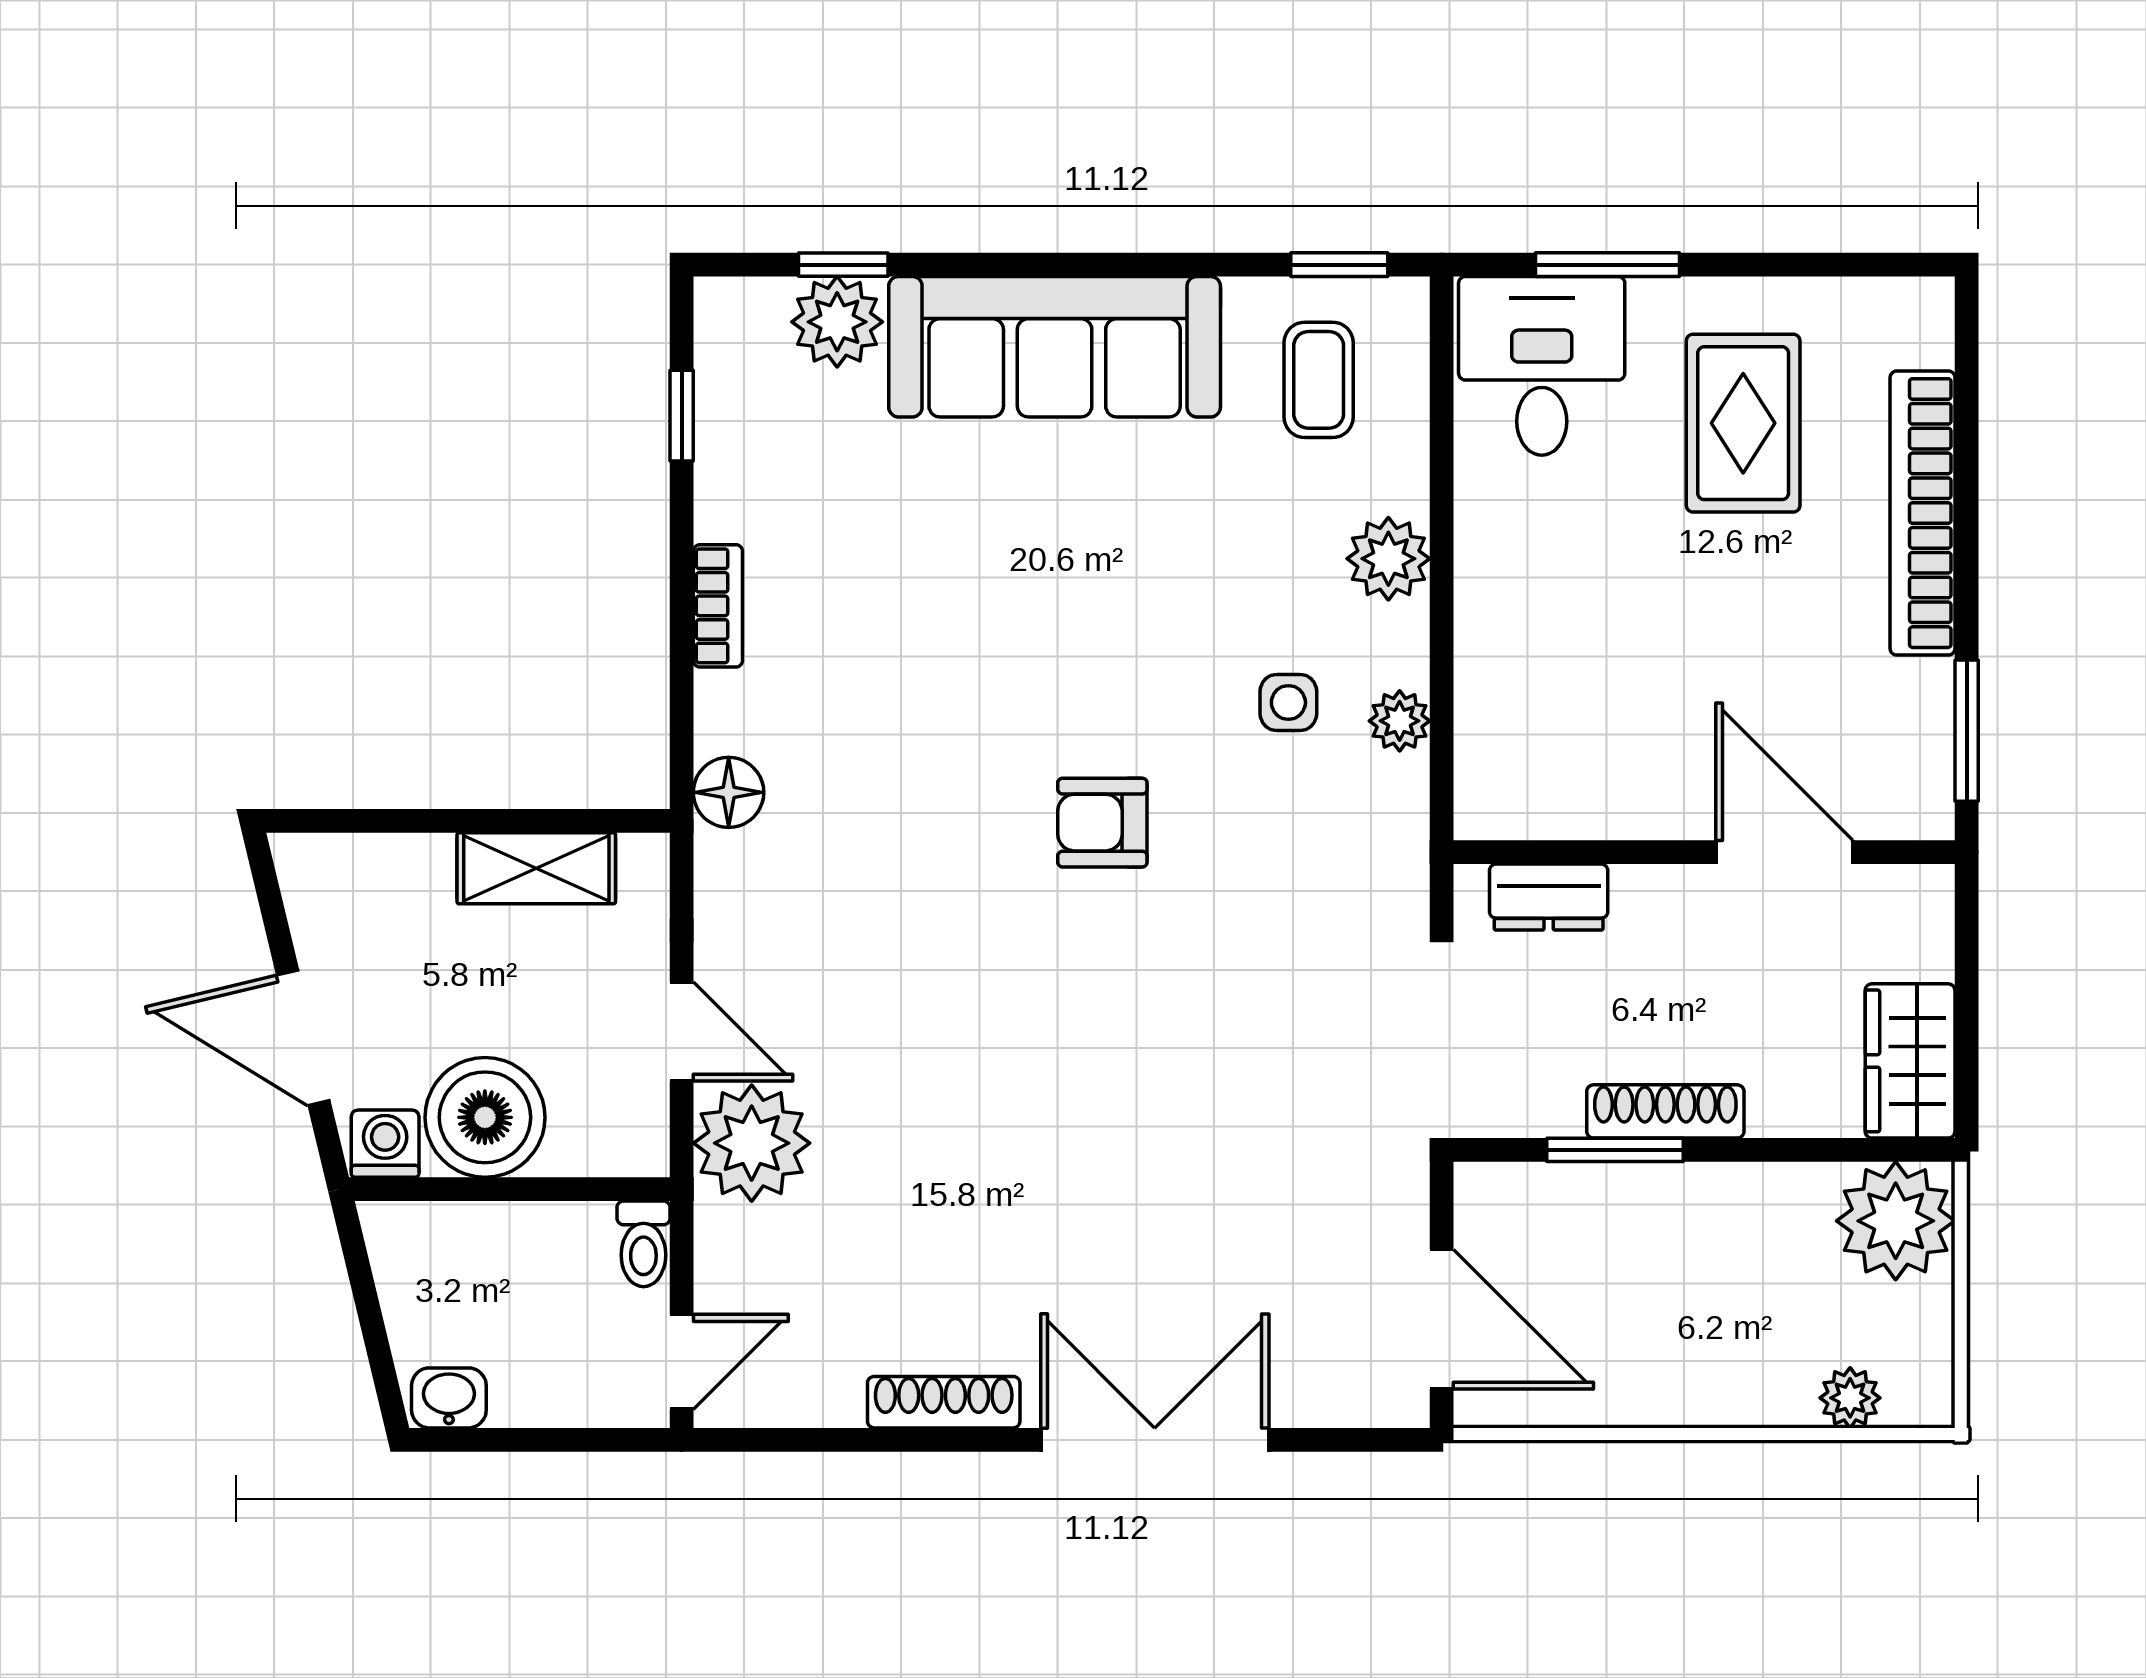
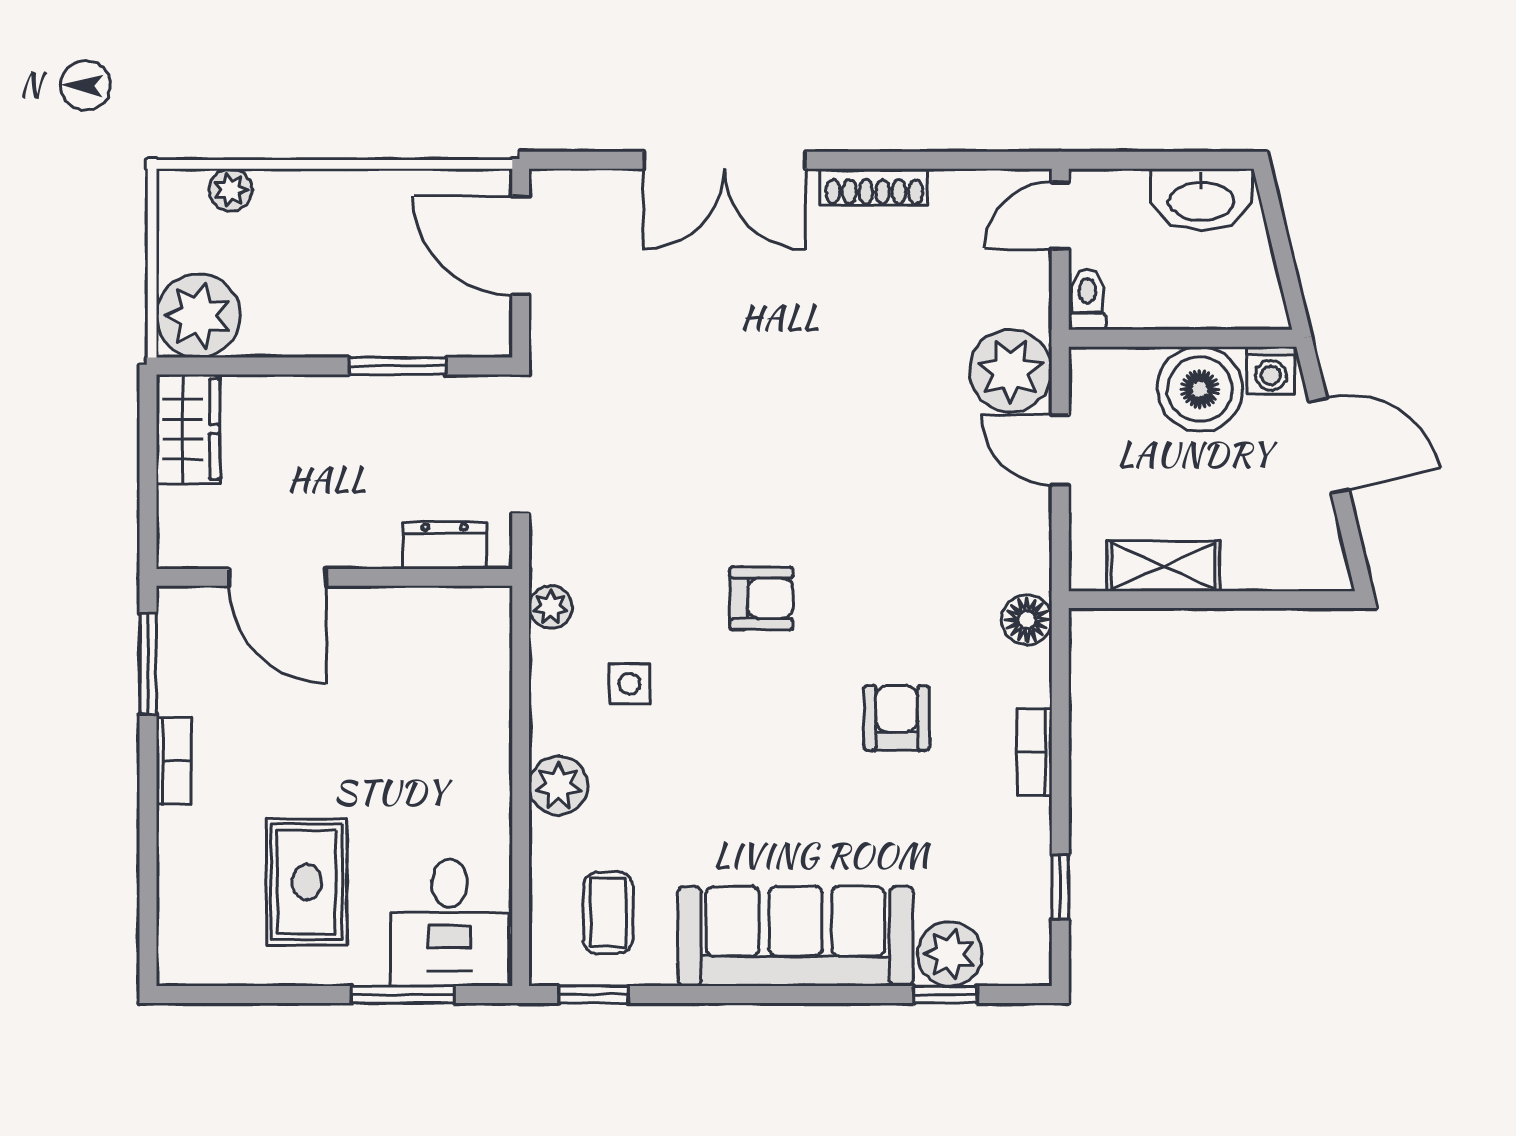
bookcase: (1923, 513) -> (174, 761), width x0.43, depth x0.76
armchair: (912, 654) -> (897, 718), added
plant: (1400, 721) -> (551, 607), moved
shoe rack: (1665, 1111) -> (362, 393), removed
washbasin: (449, 1398) -> (1201, 199), width x1.91, depth x1.45

